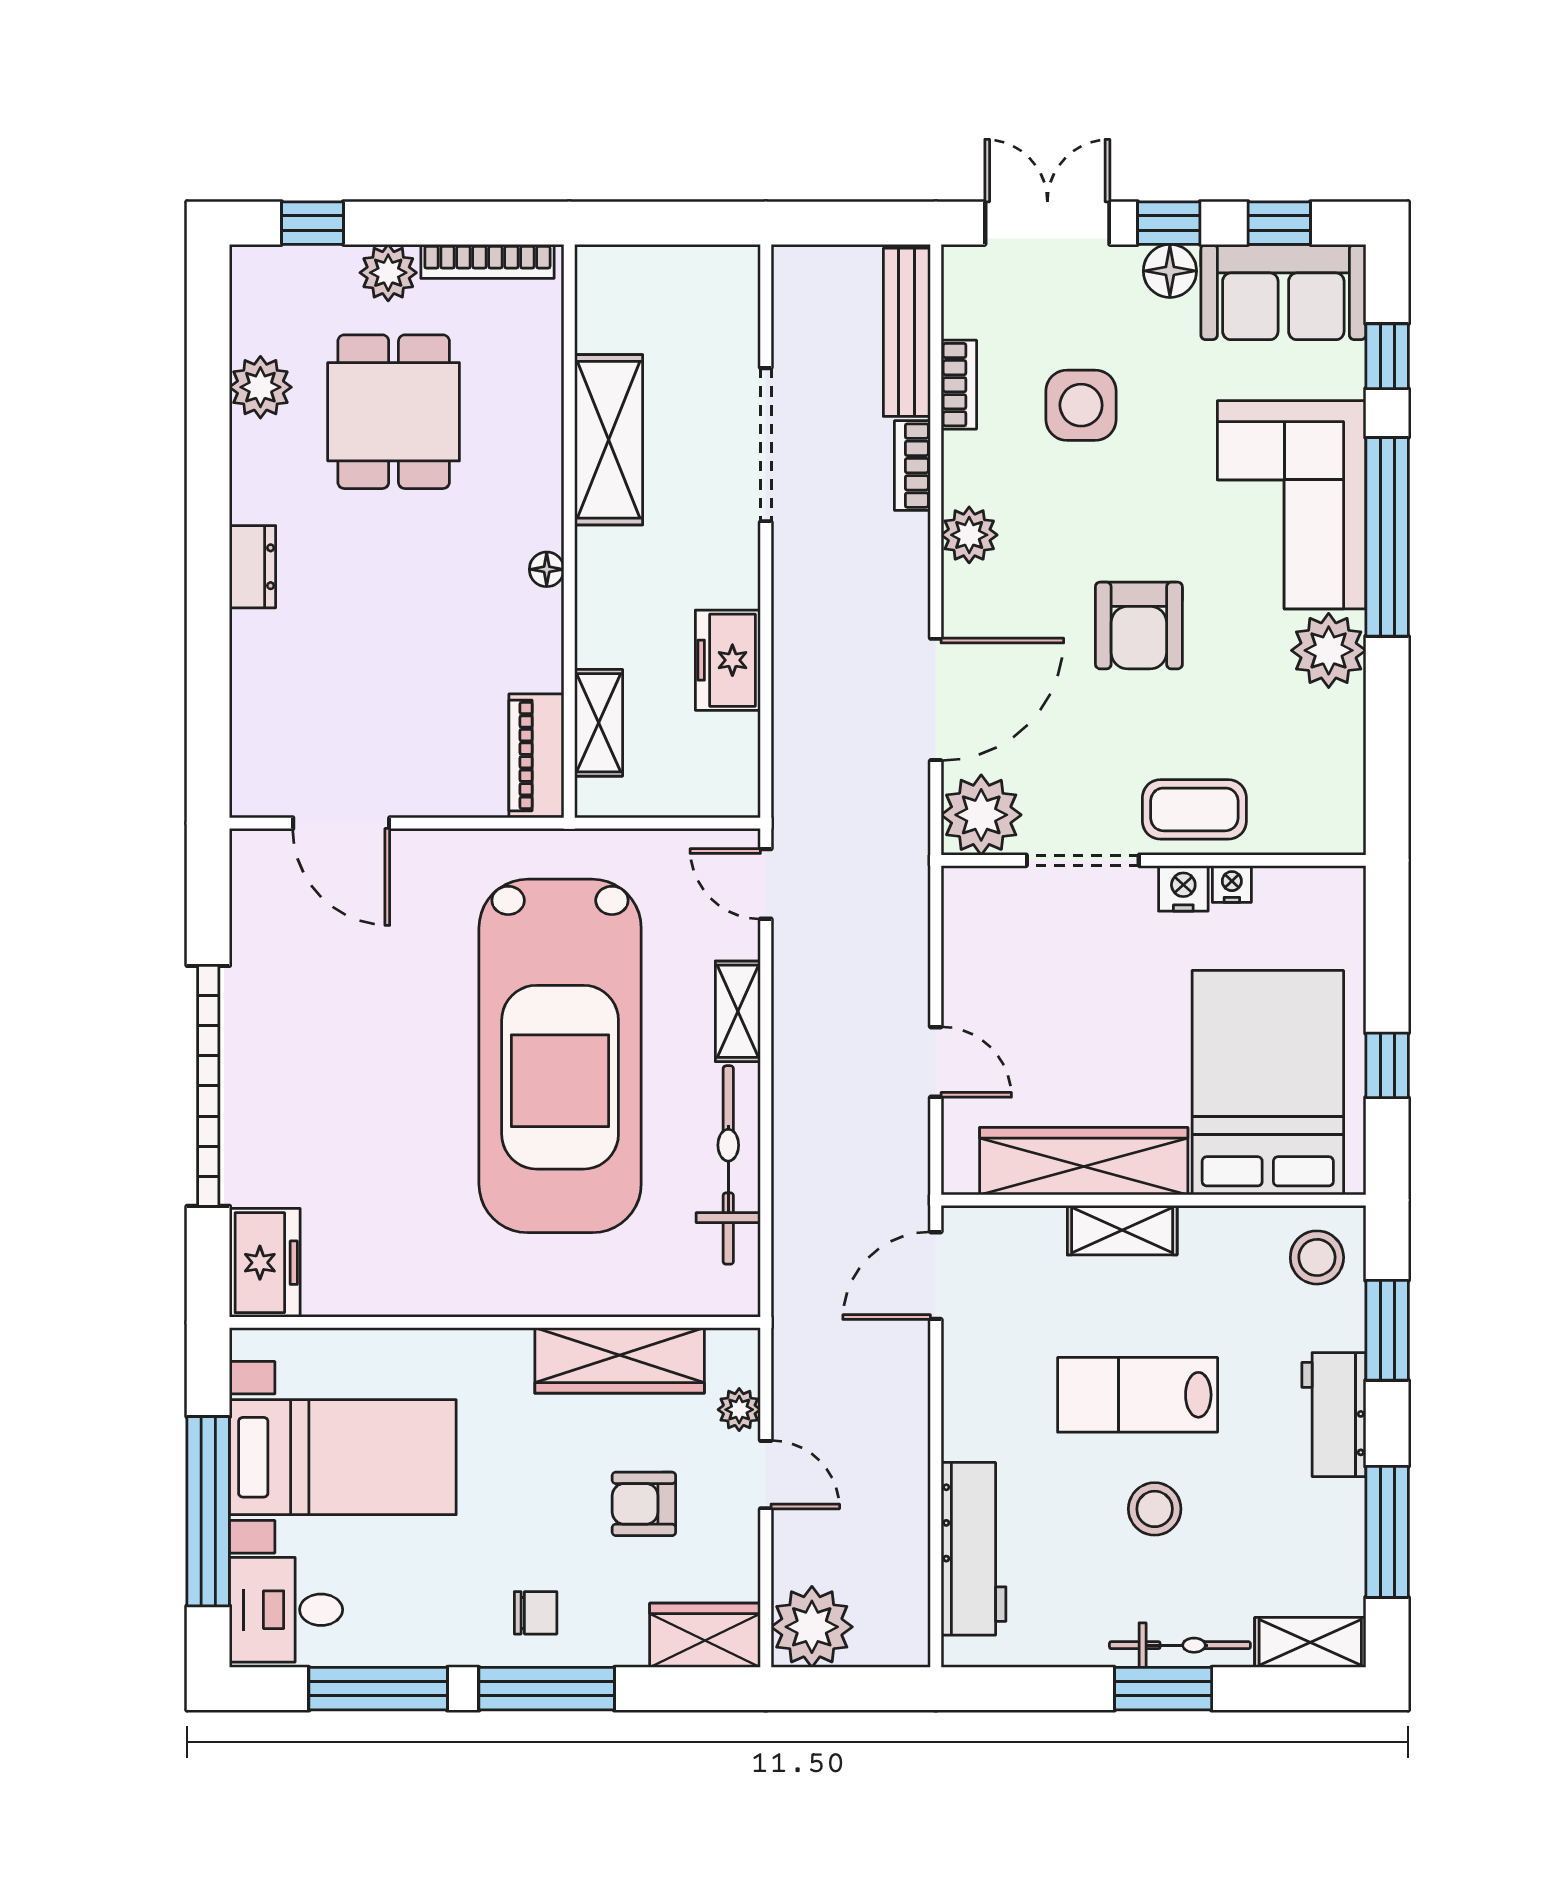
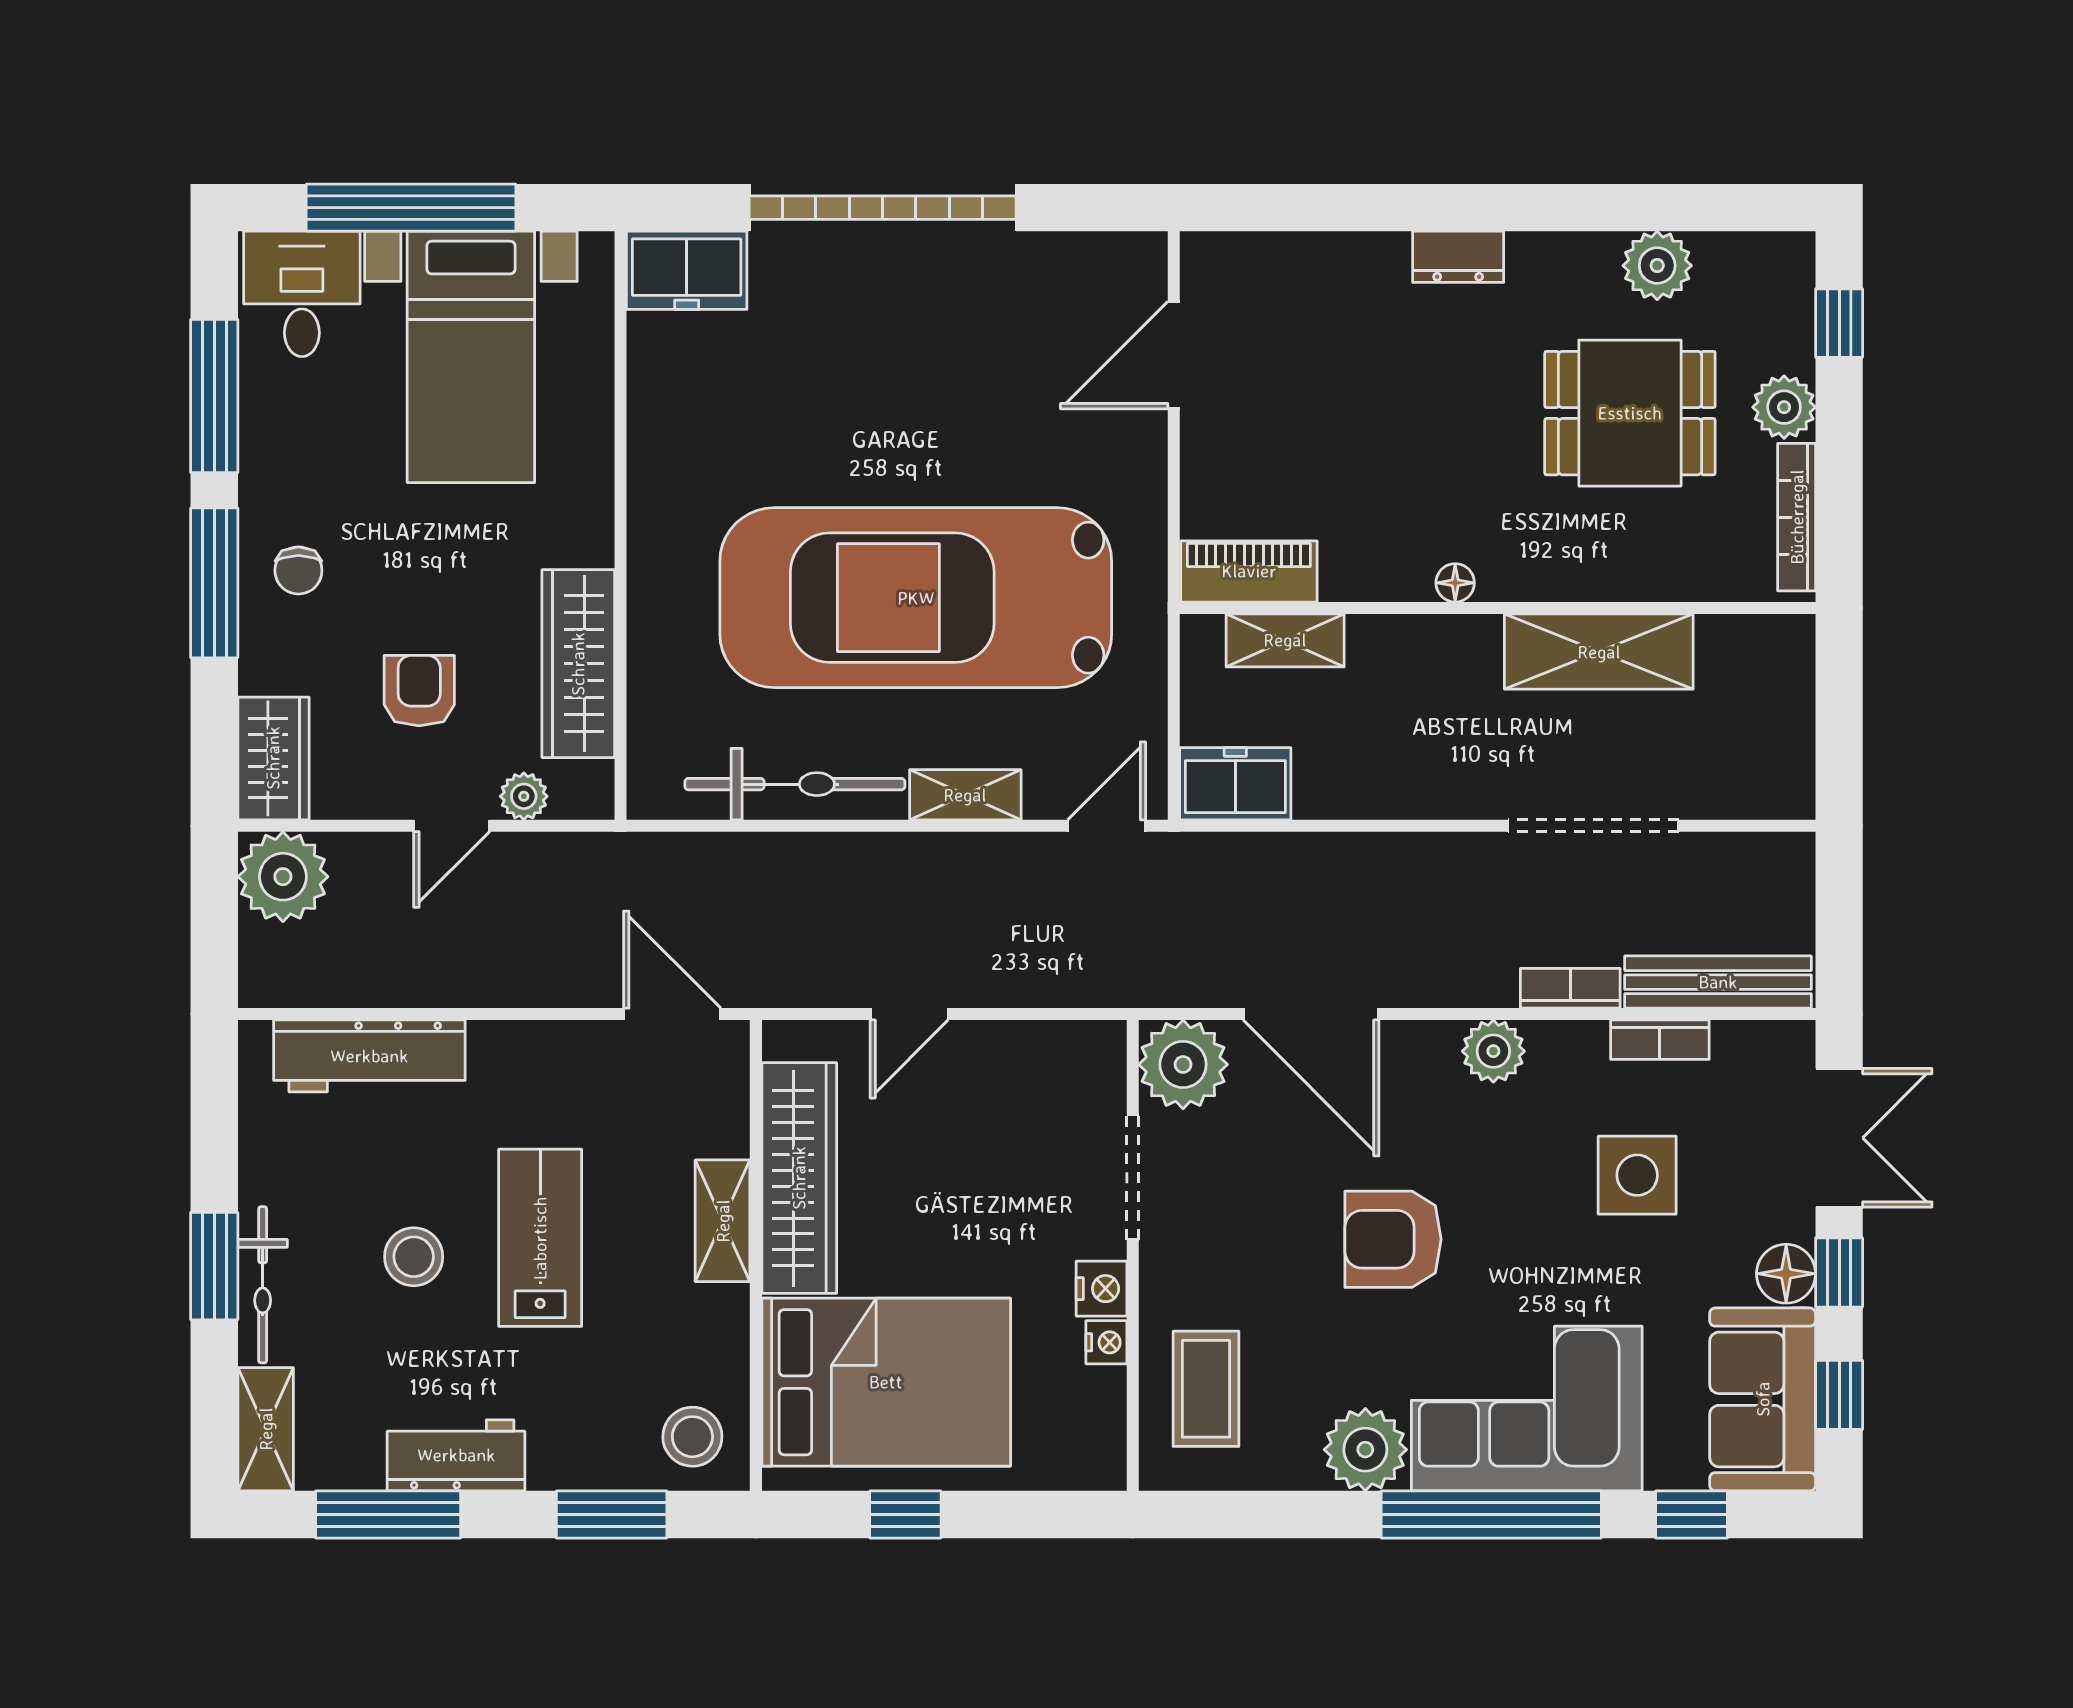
freezer: (728, 660) -> (1235, 784), moved
coffee table: (1194, 809) -> (1206, 1389), moved
workbench: (1334, 1415) -> (456, 1455), moved

